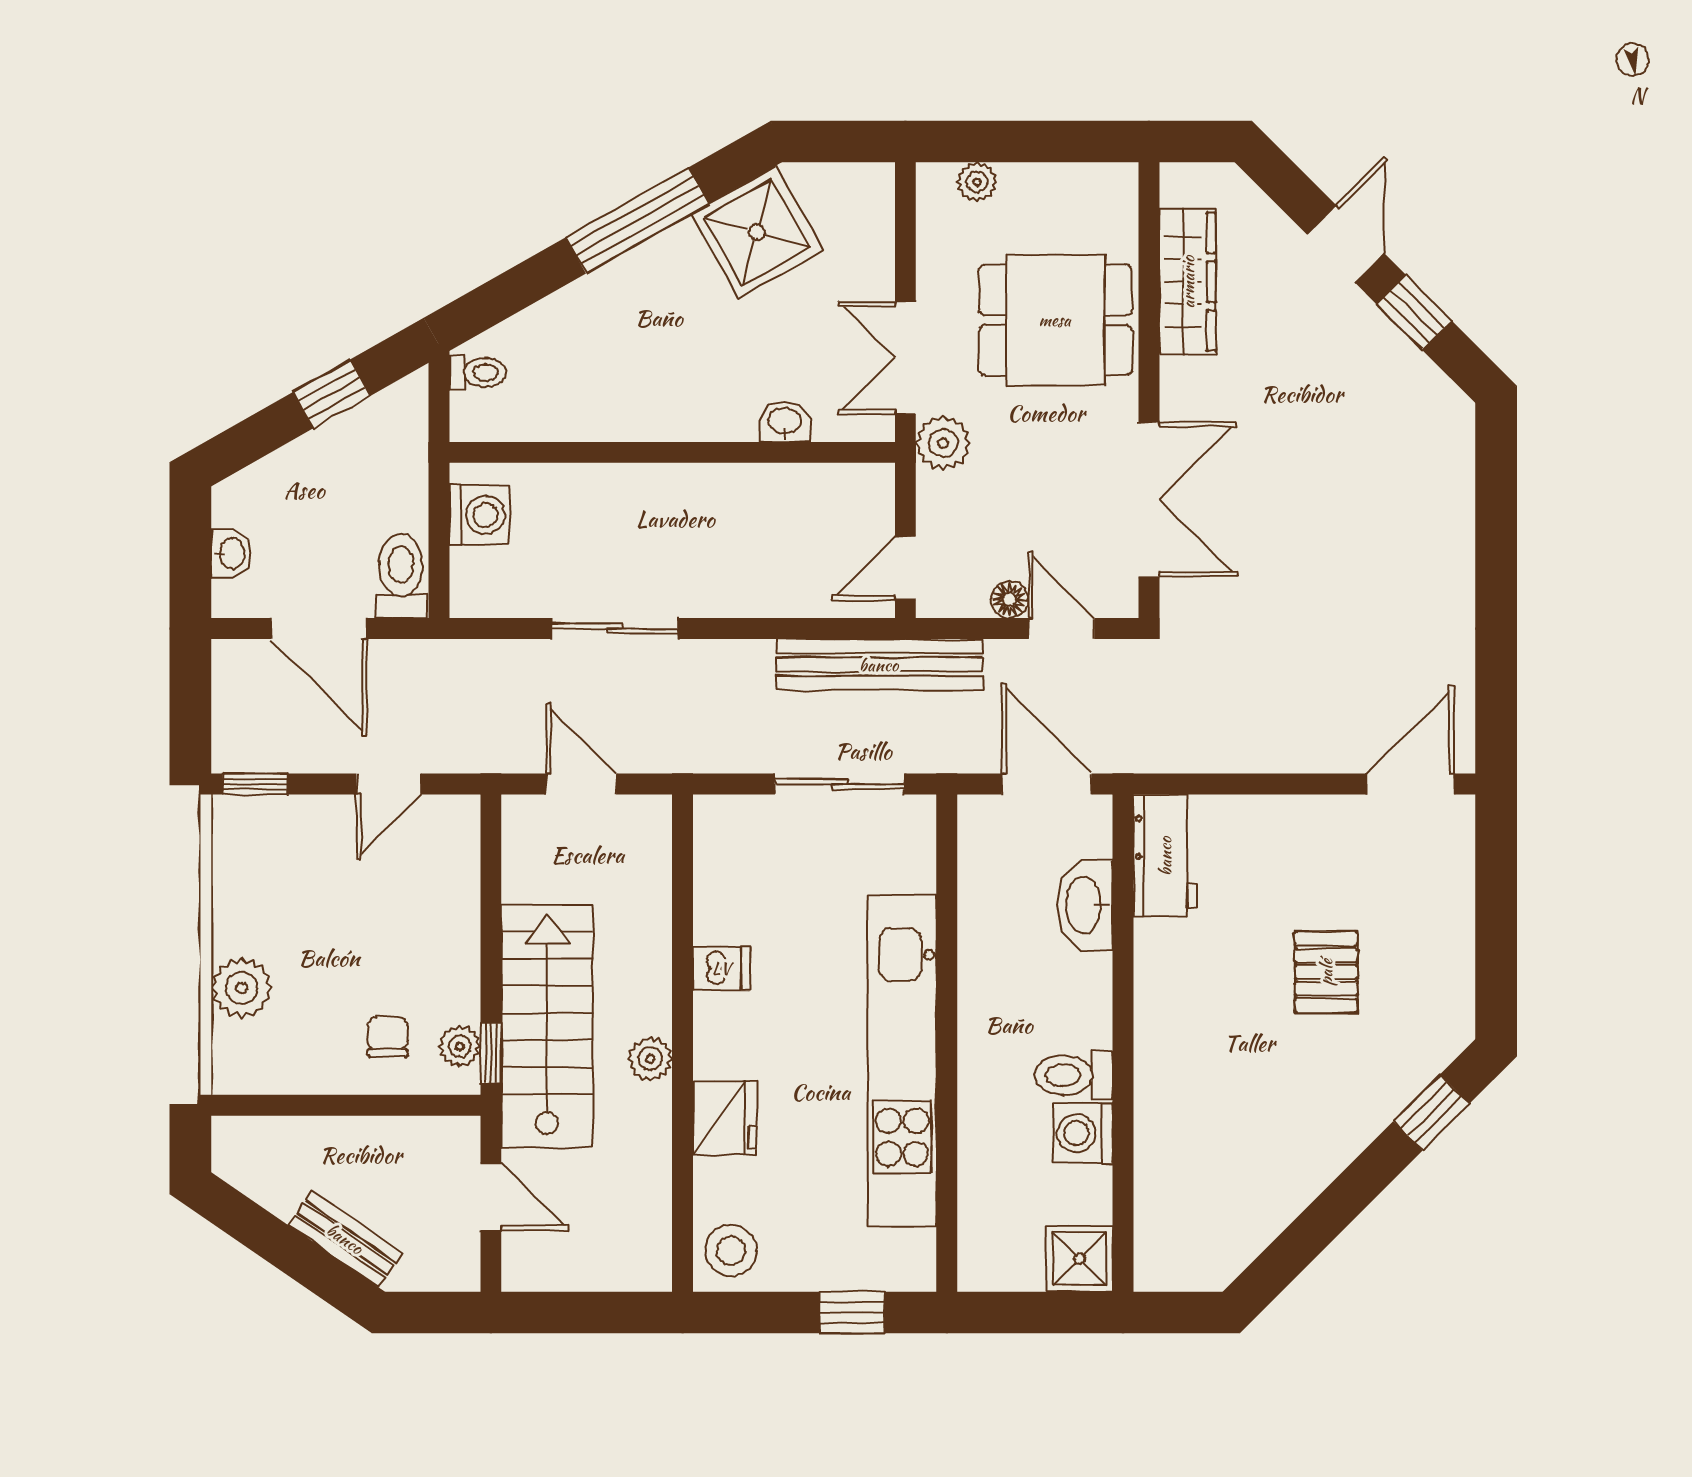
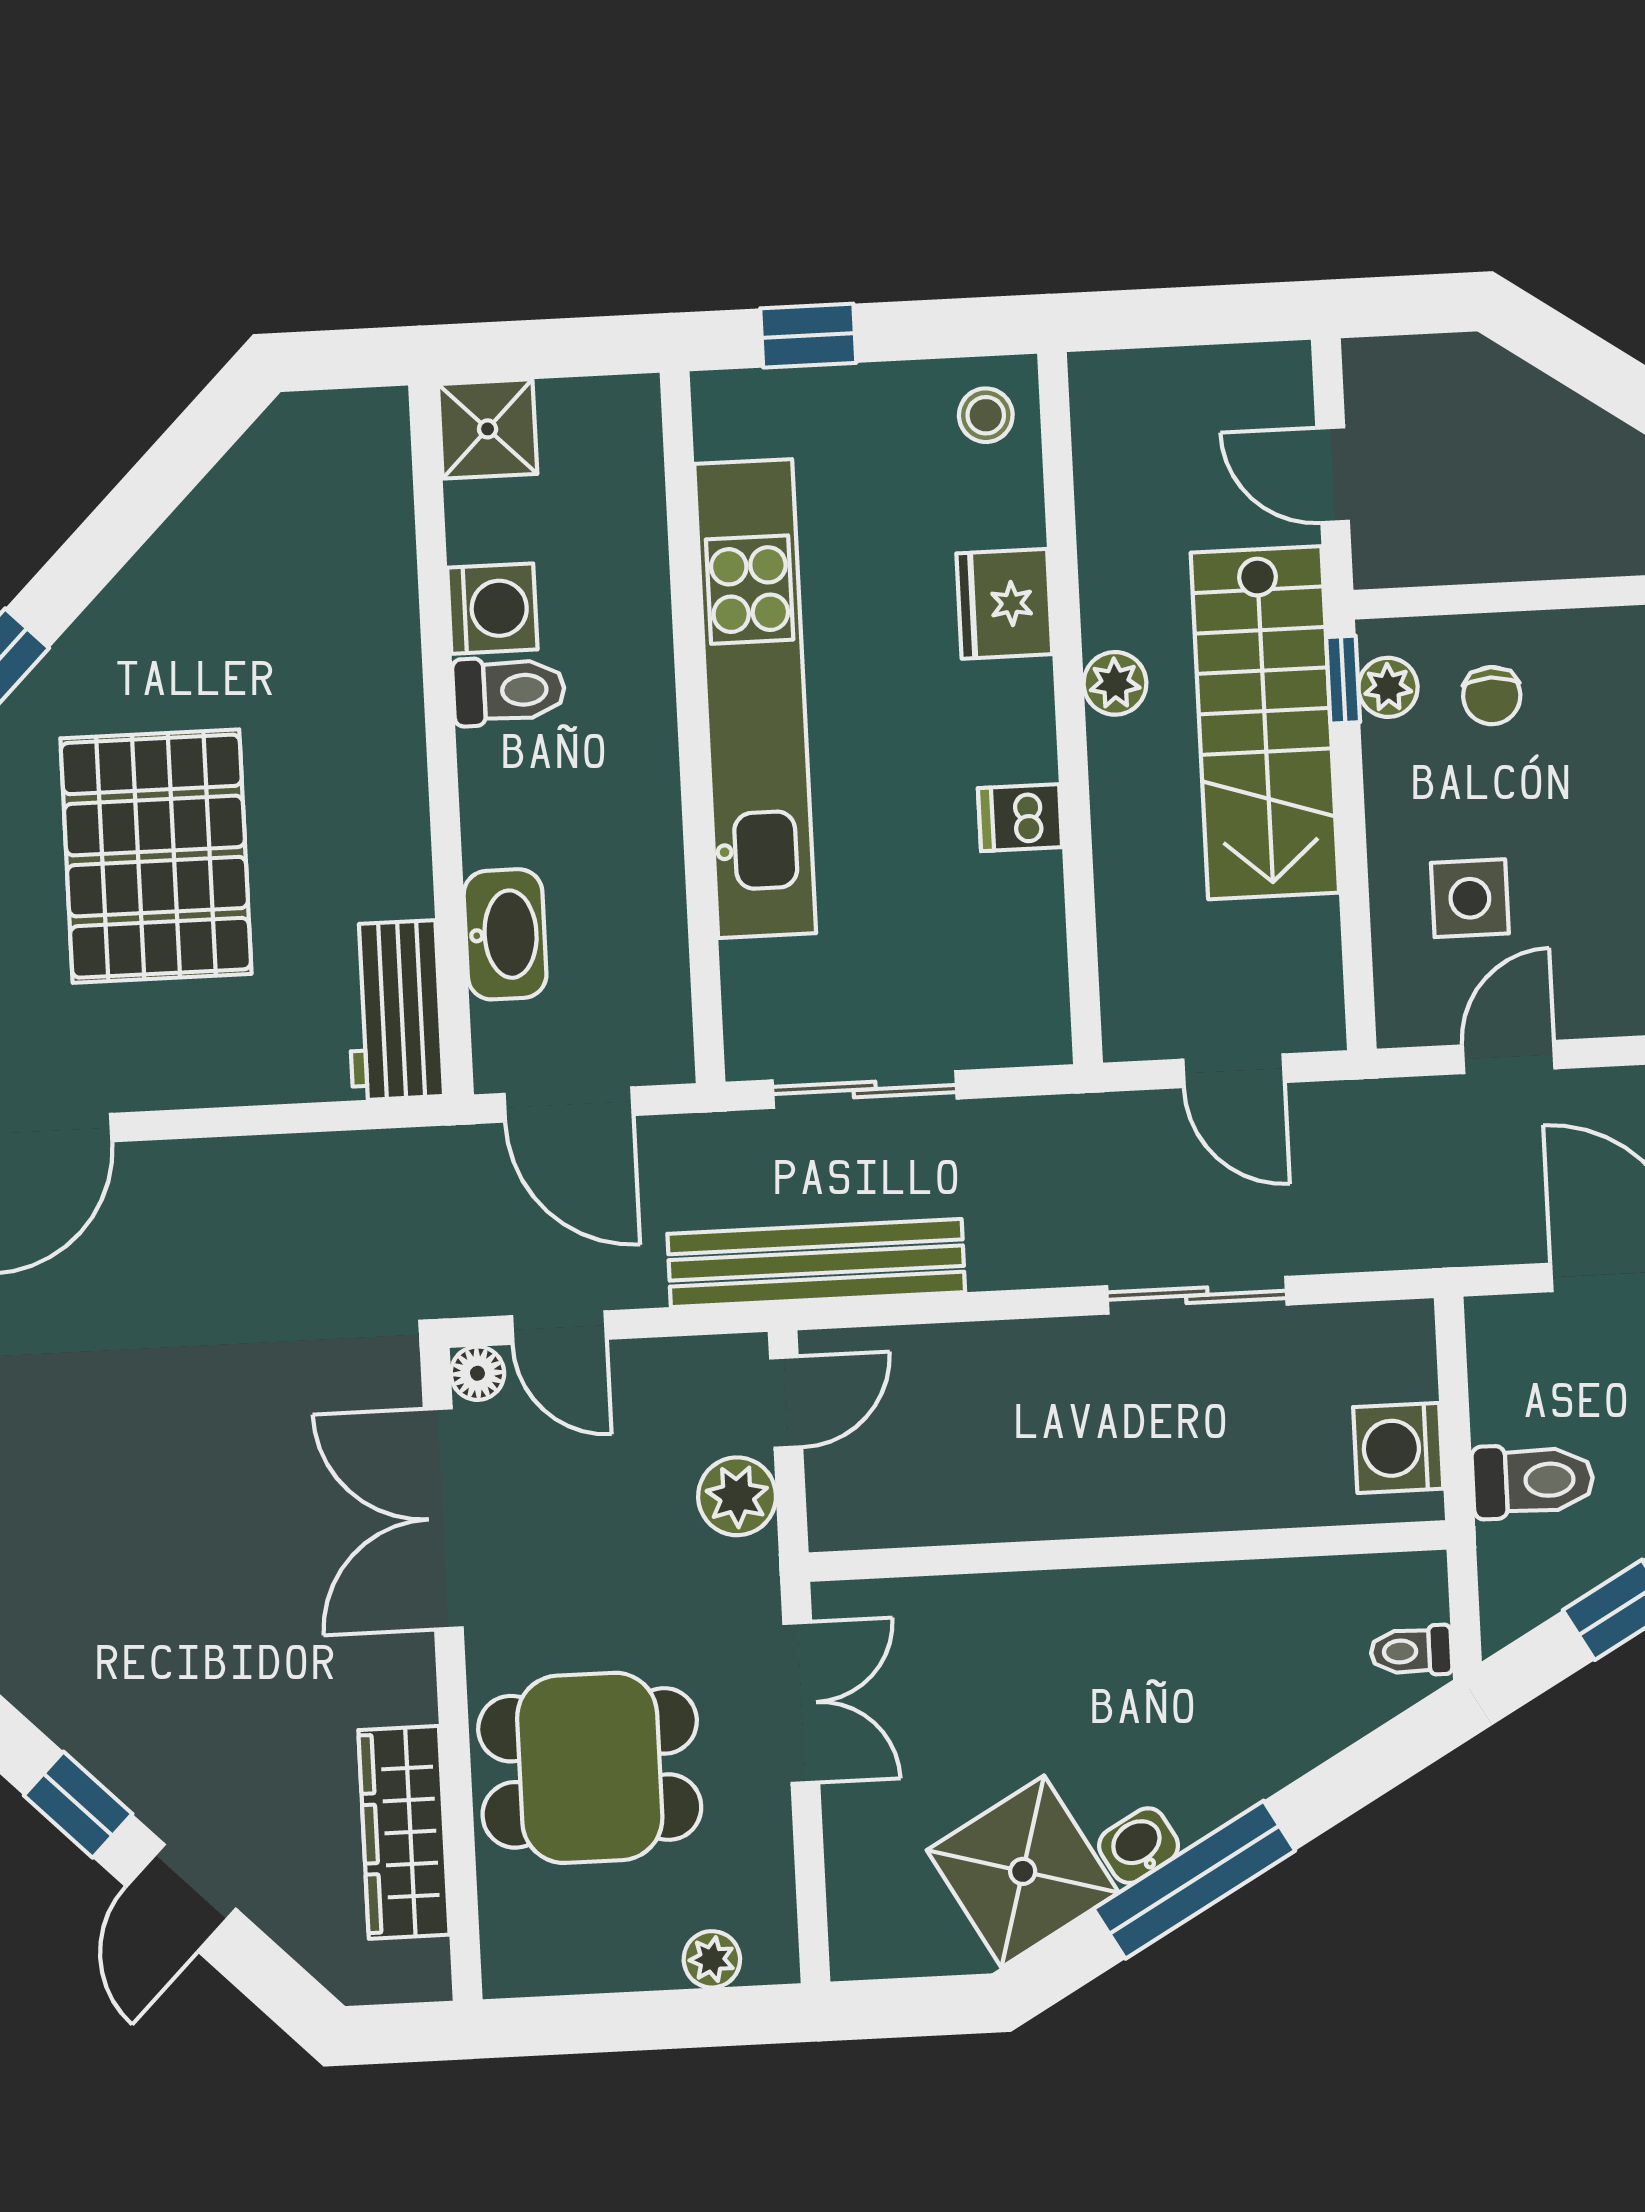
washbasin: (784, 422) -> (1139, 1846), moved, turned 150
plant: (943, 443) -> (737, 1496), moved
toilet: (401, 576) -> (1533, 1481), moved, turned -90
floor lamp: (1009, 600) -> (477, 1373), moved
side table: (410, 896) -> (1470, 898), added
pallet: (1326, 972) -> (156, 856), width x2.05, depth x2.00
bench: (345, 1239) -> (1537, 404), removed
stool: (731, 1251) -> (986, 415), width x0.73, depth x0.73

